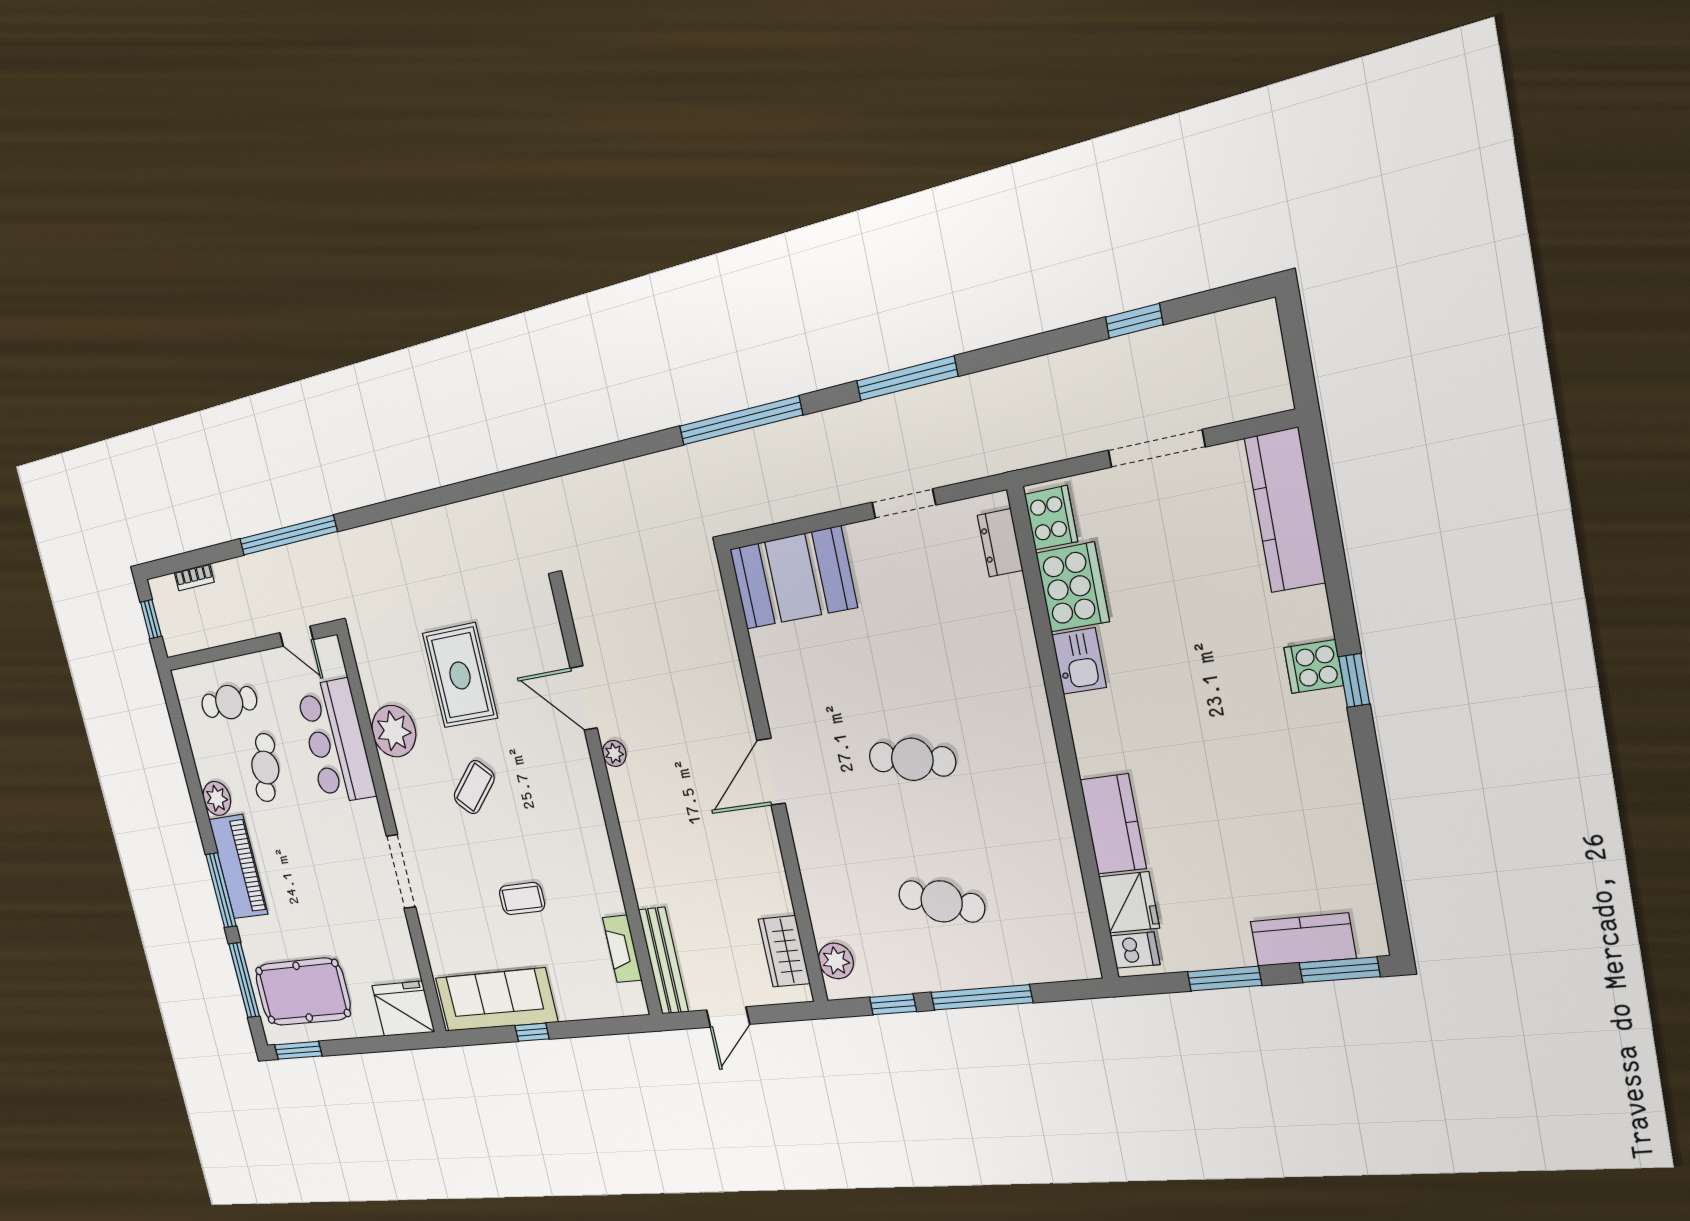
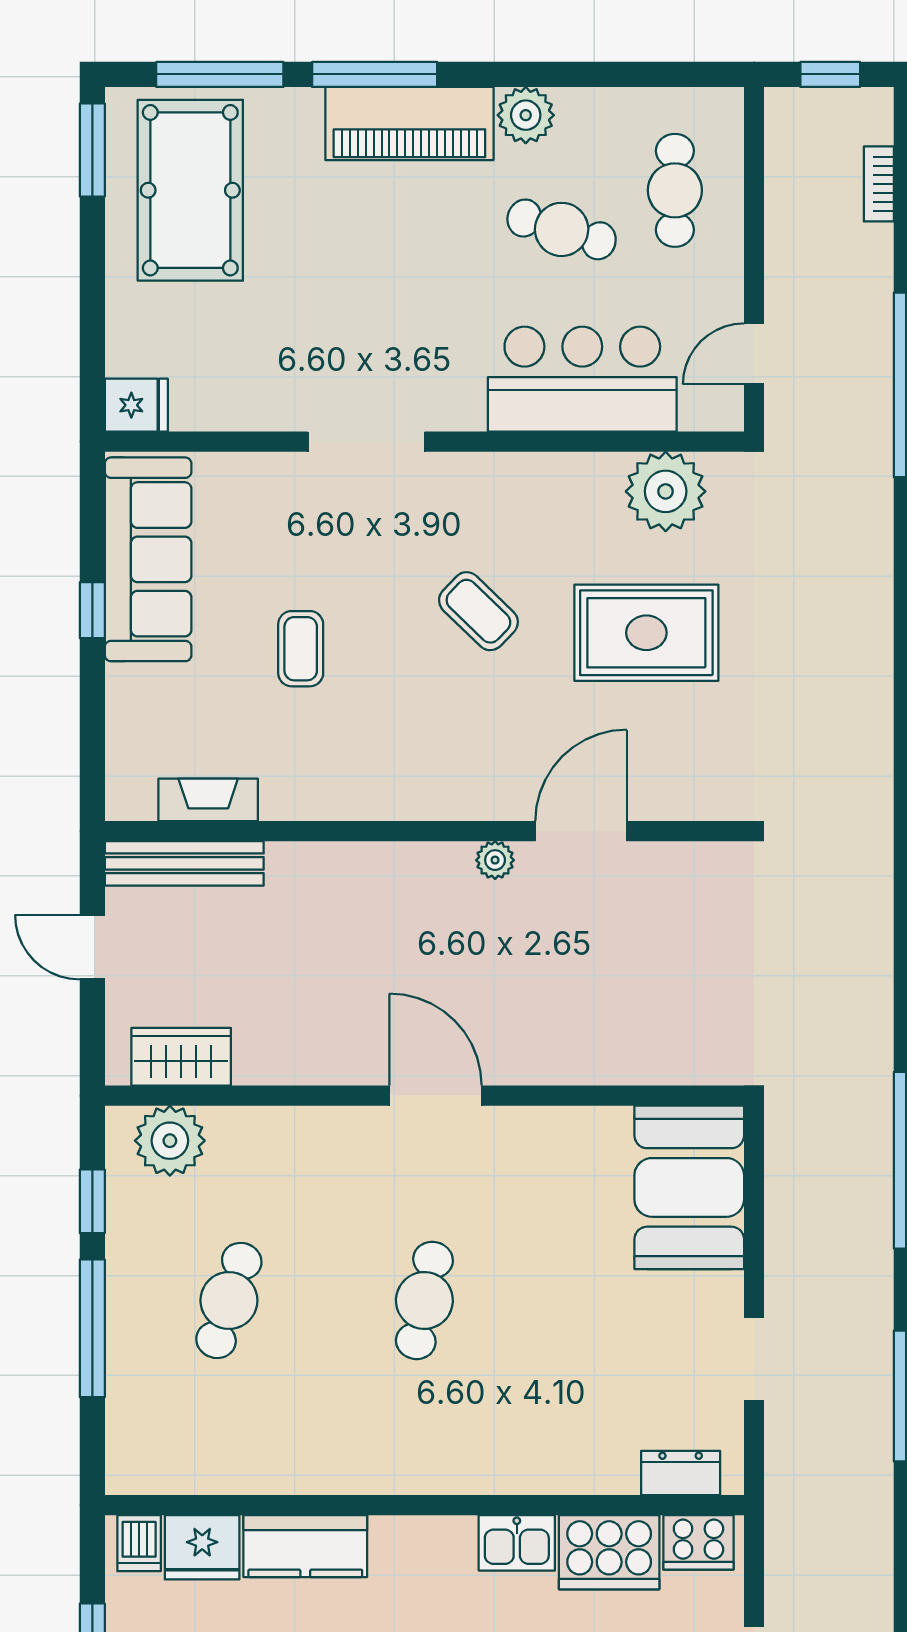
plant: (394, 731) -> (666, 491), moved
plant: (836, 961) -> (170, 1141), width x1.36, depth x1.36
fridge: (403, 1009) -> (136, 405), width x0.53, depth x0.75

